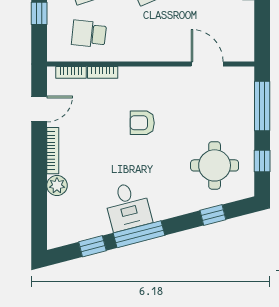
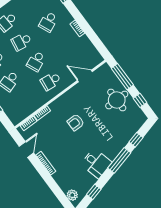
school desk: (89, 34) -> (51, 81), moved
round table: (215, 165) -> (117, 100), moved
plant: (57, 186) -> (72, 195), moved
window: (139, 234) -> (119, 160), moved

